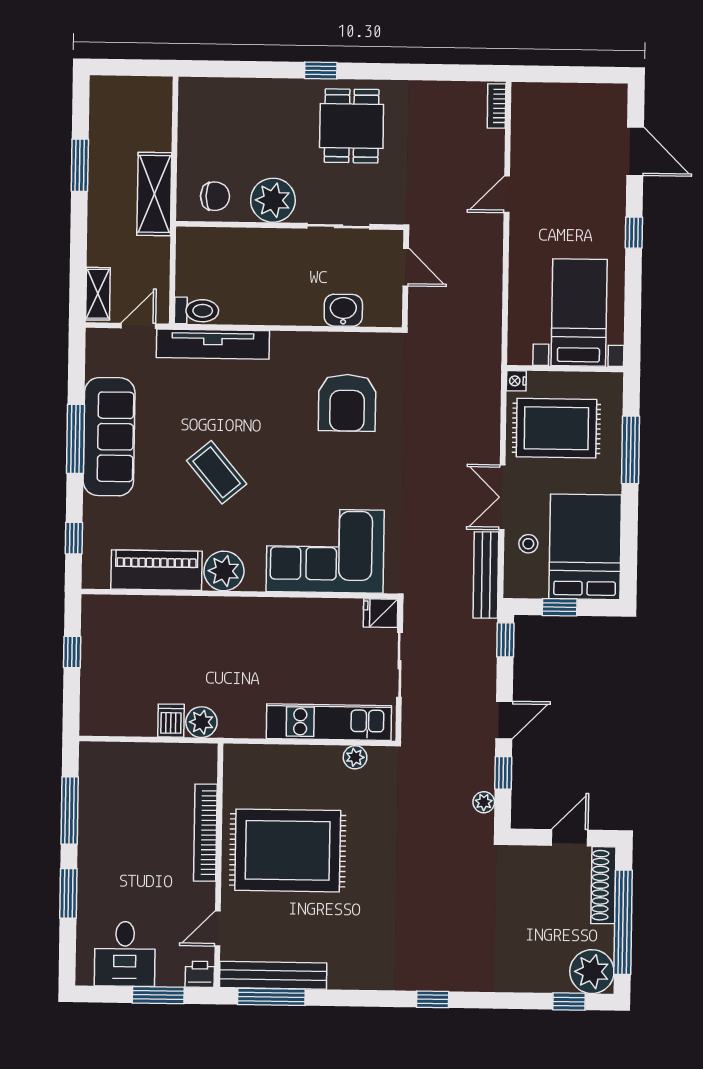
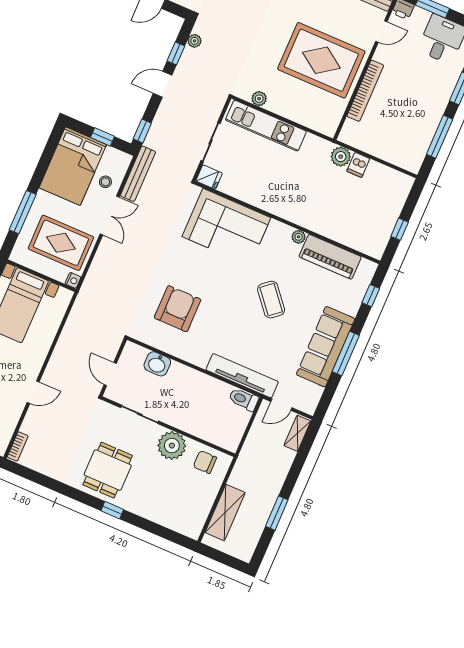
shelving: (154, 194) -> (225, 513), moved
plant: (224, 571) -> (299, 237), width x0.53, depth x0.53

